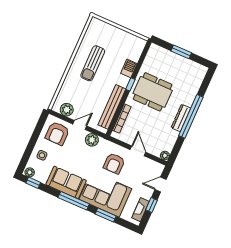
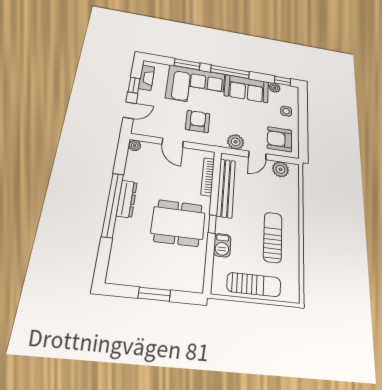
sun lounger: (118, 37) -> (254, 285), added
armchair: (57, 133) -> (280, 139), turned -90
plant: (30, 172) -> (275, 88), moved

